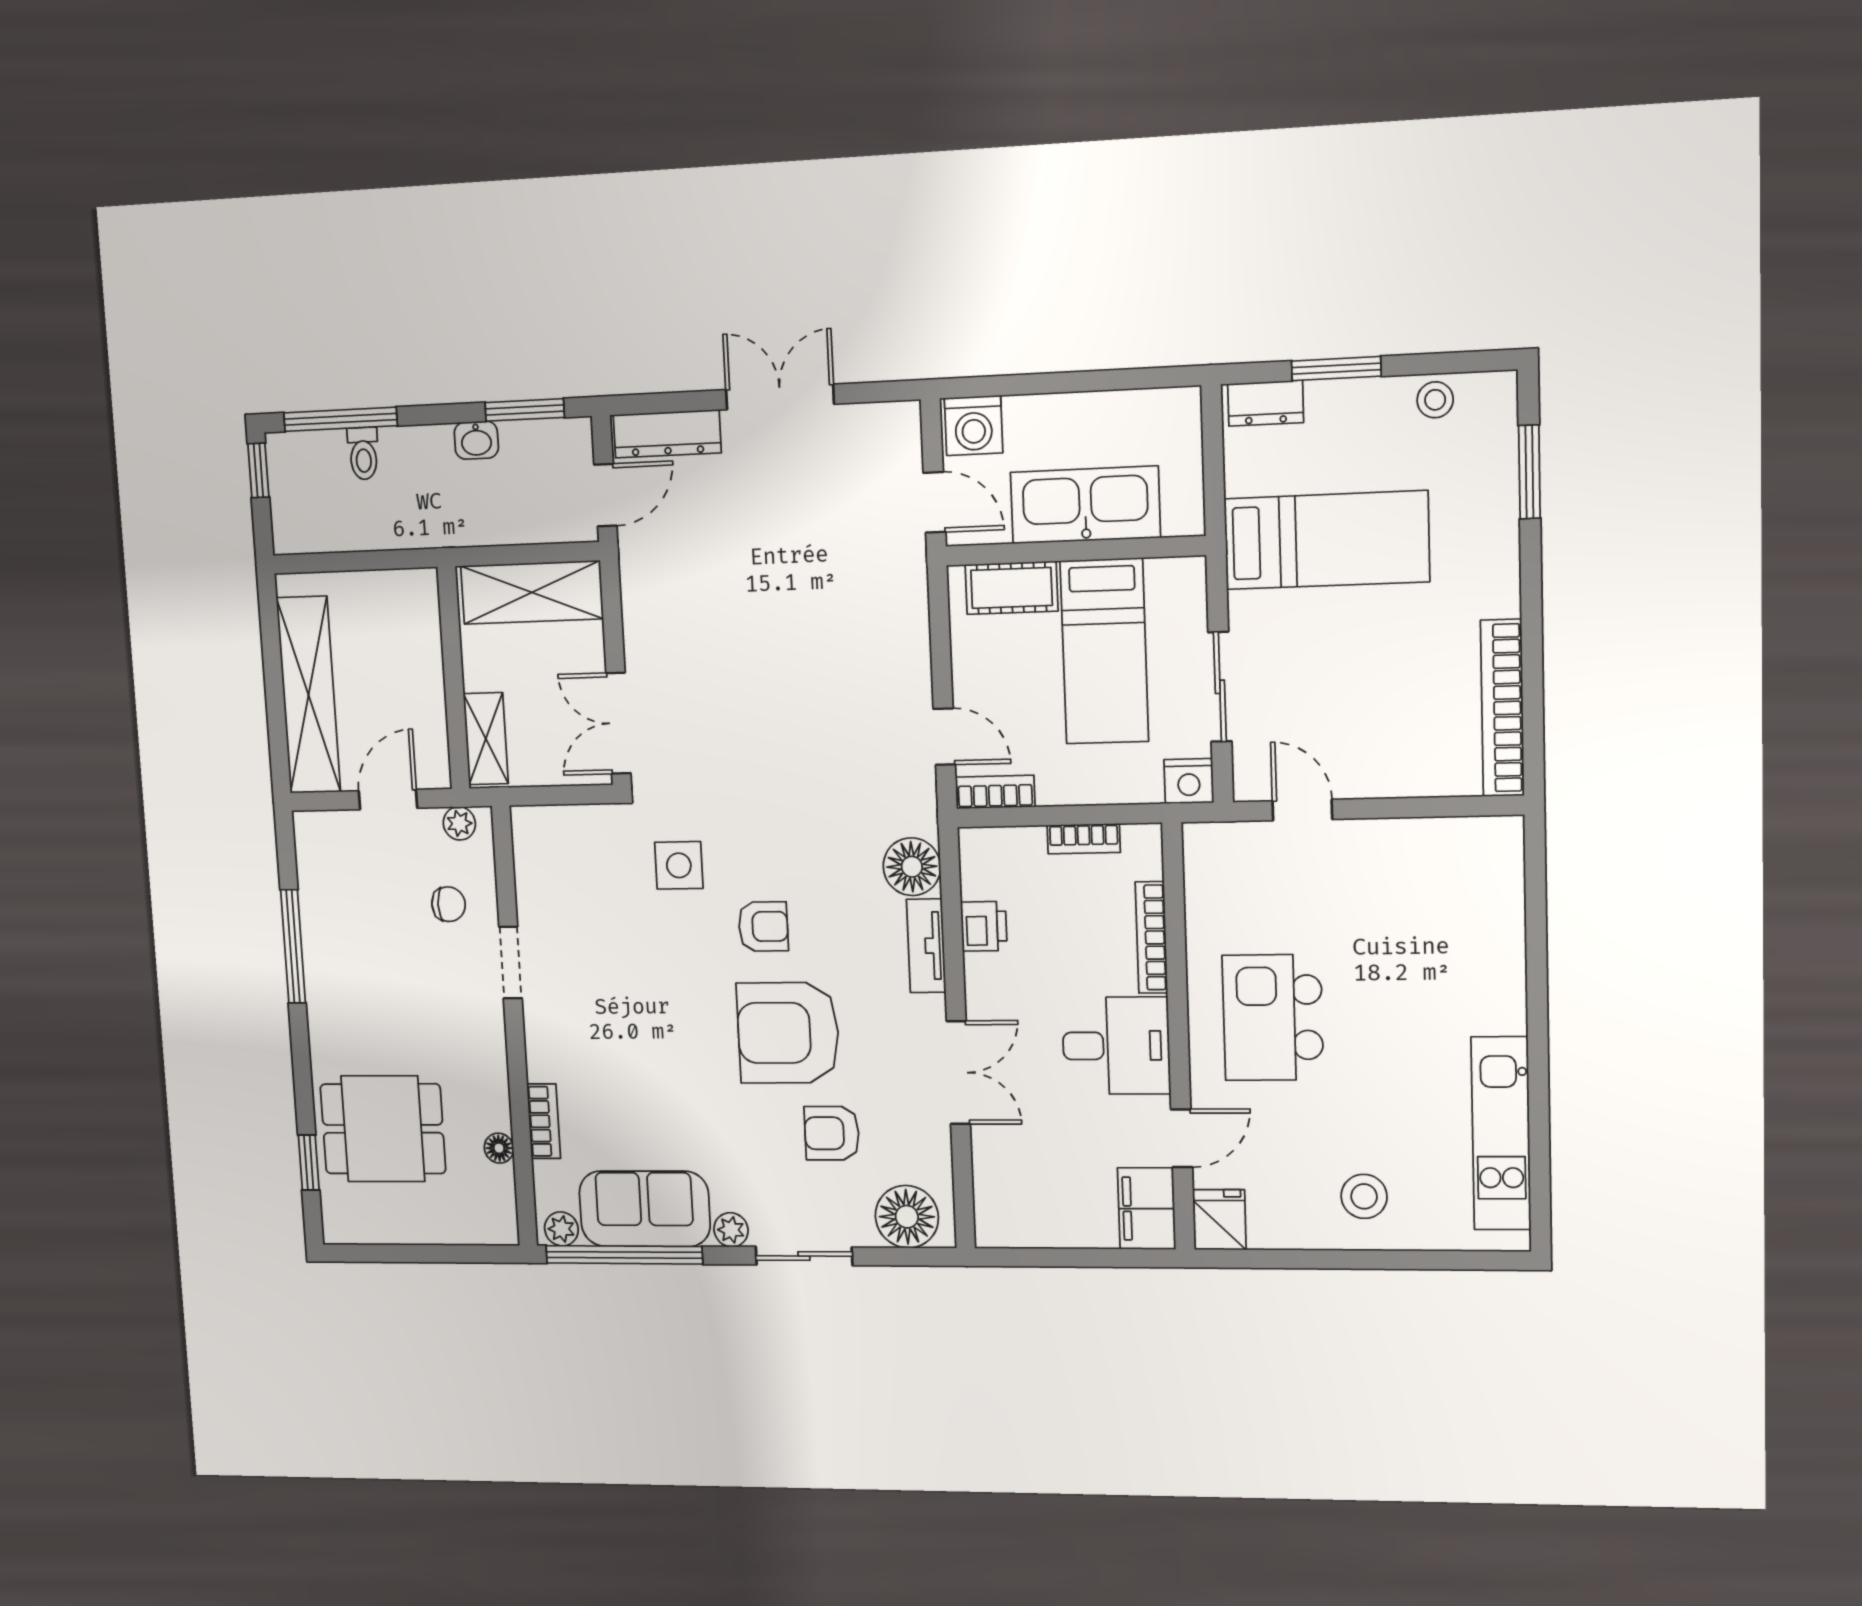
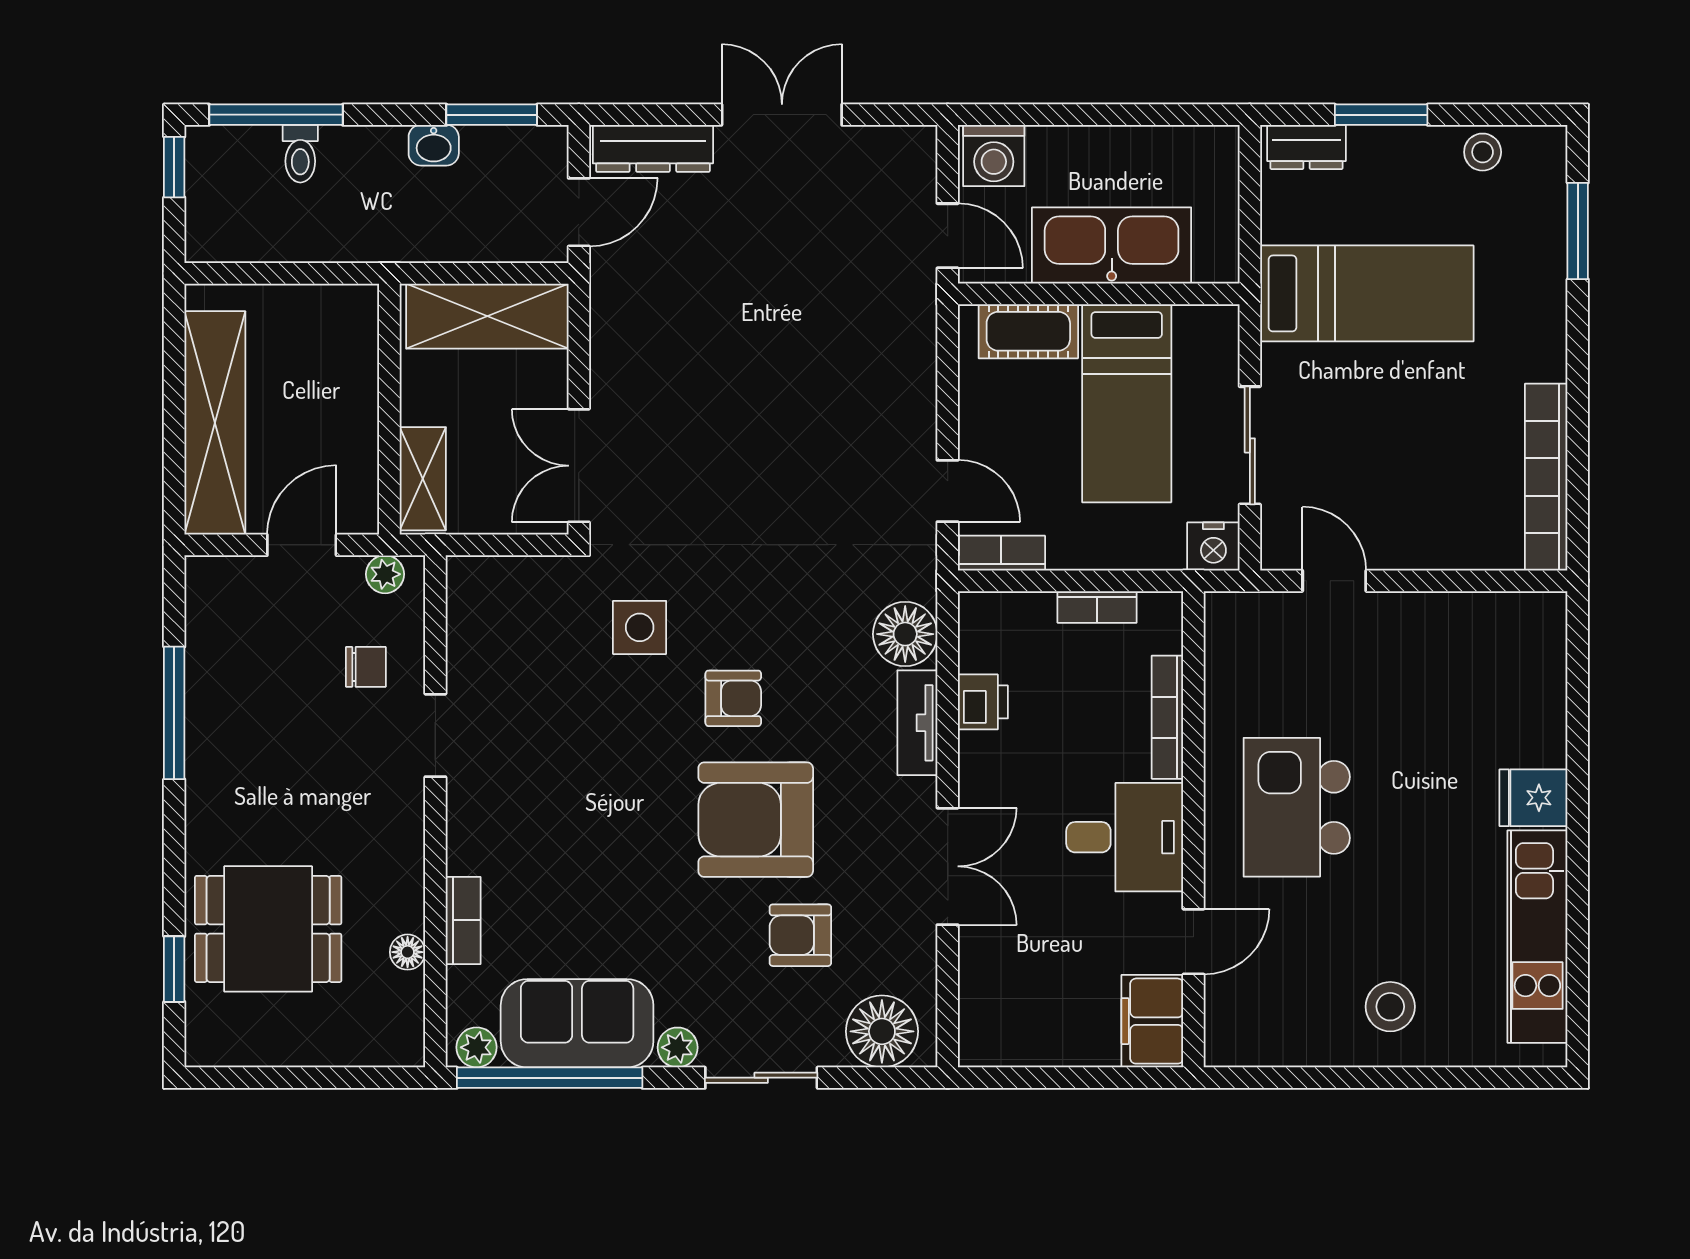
fridge: (1219, 1220) -> (1533, 798), moved, turned -90

